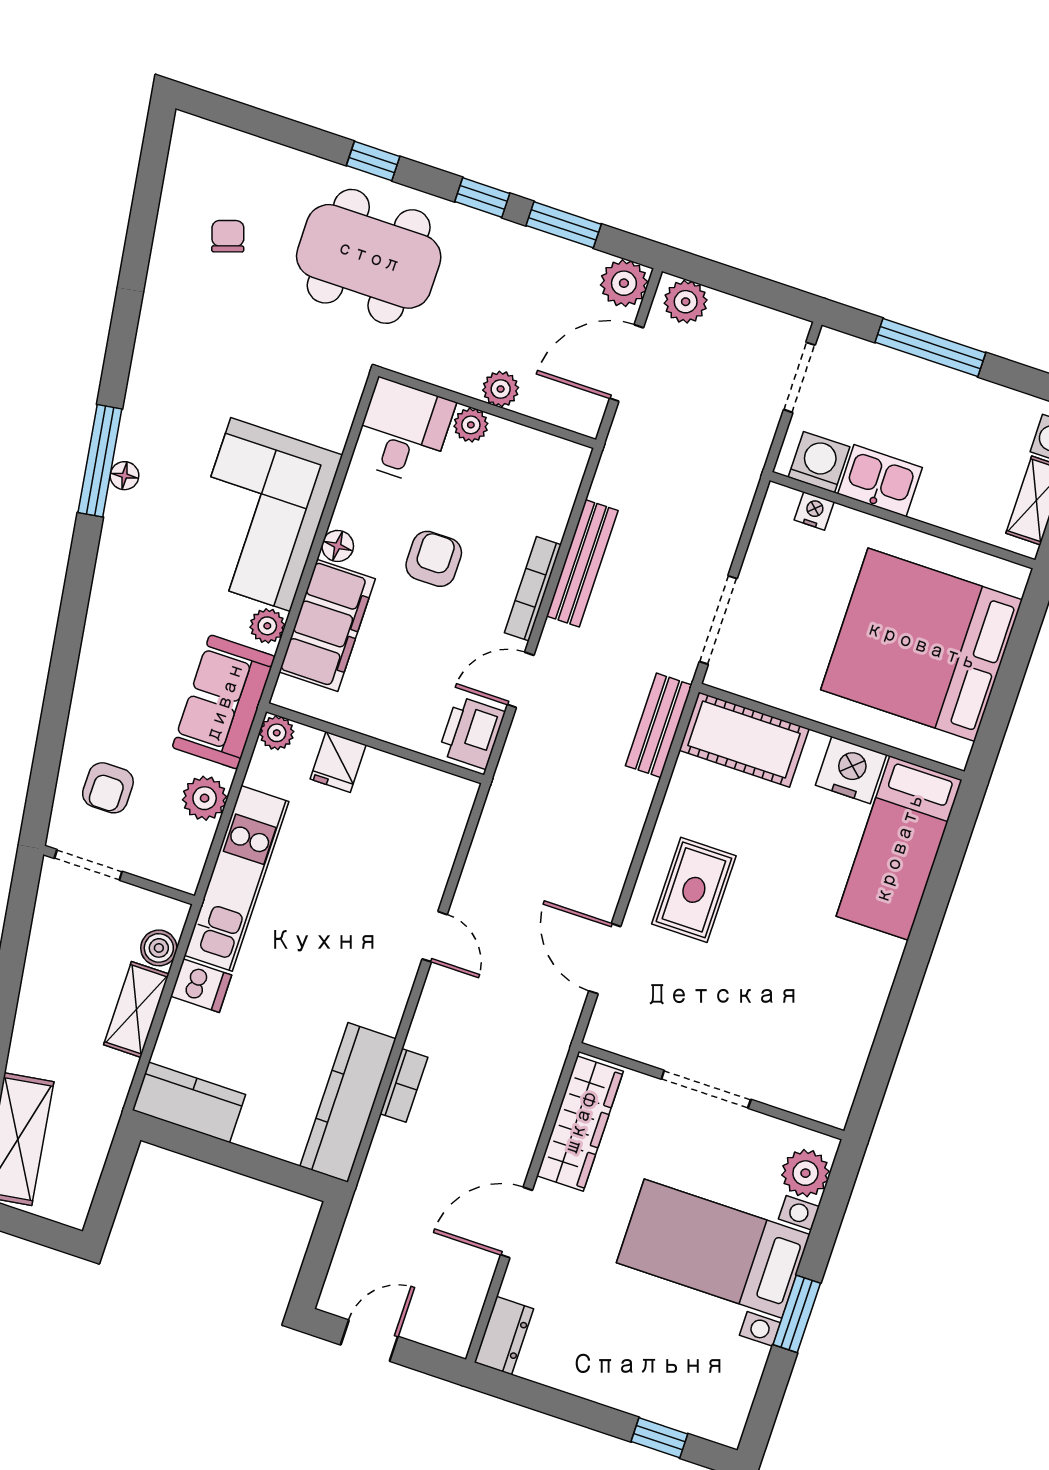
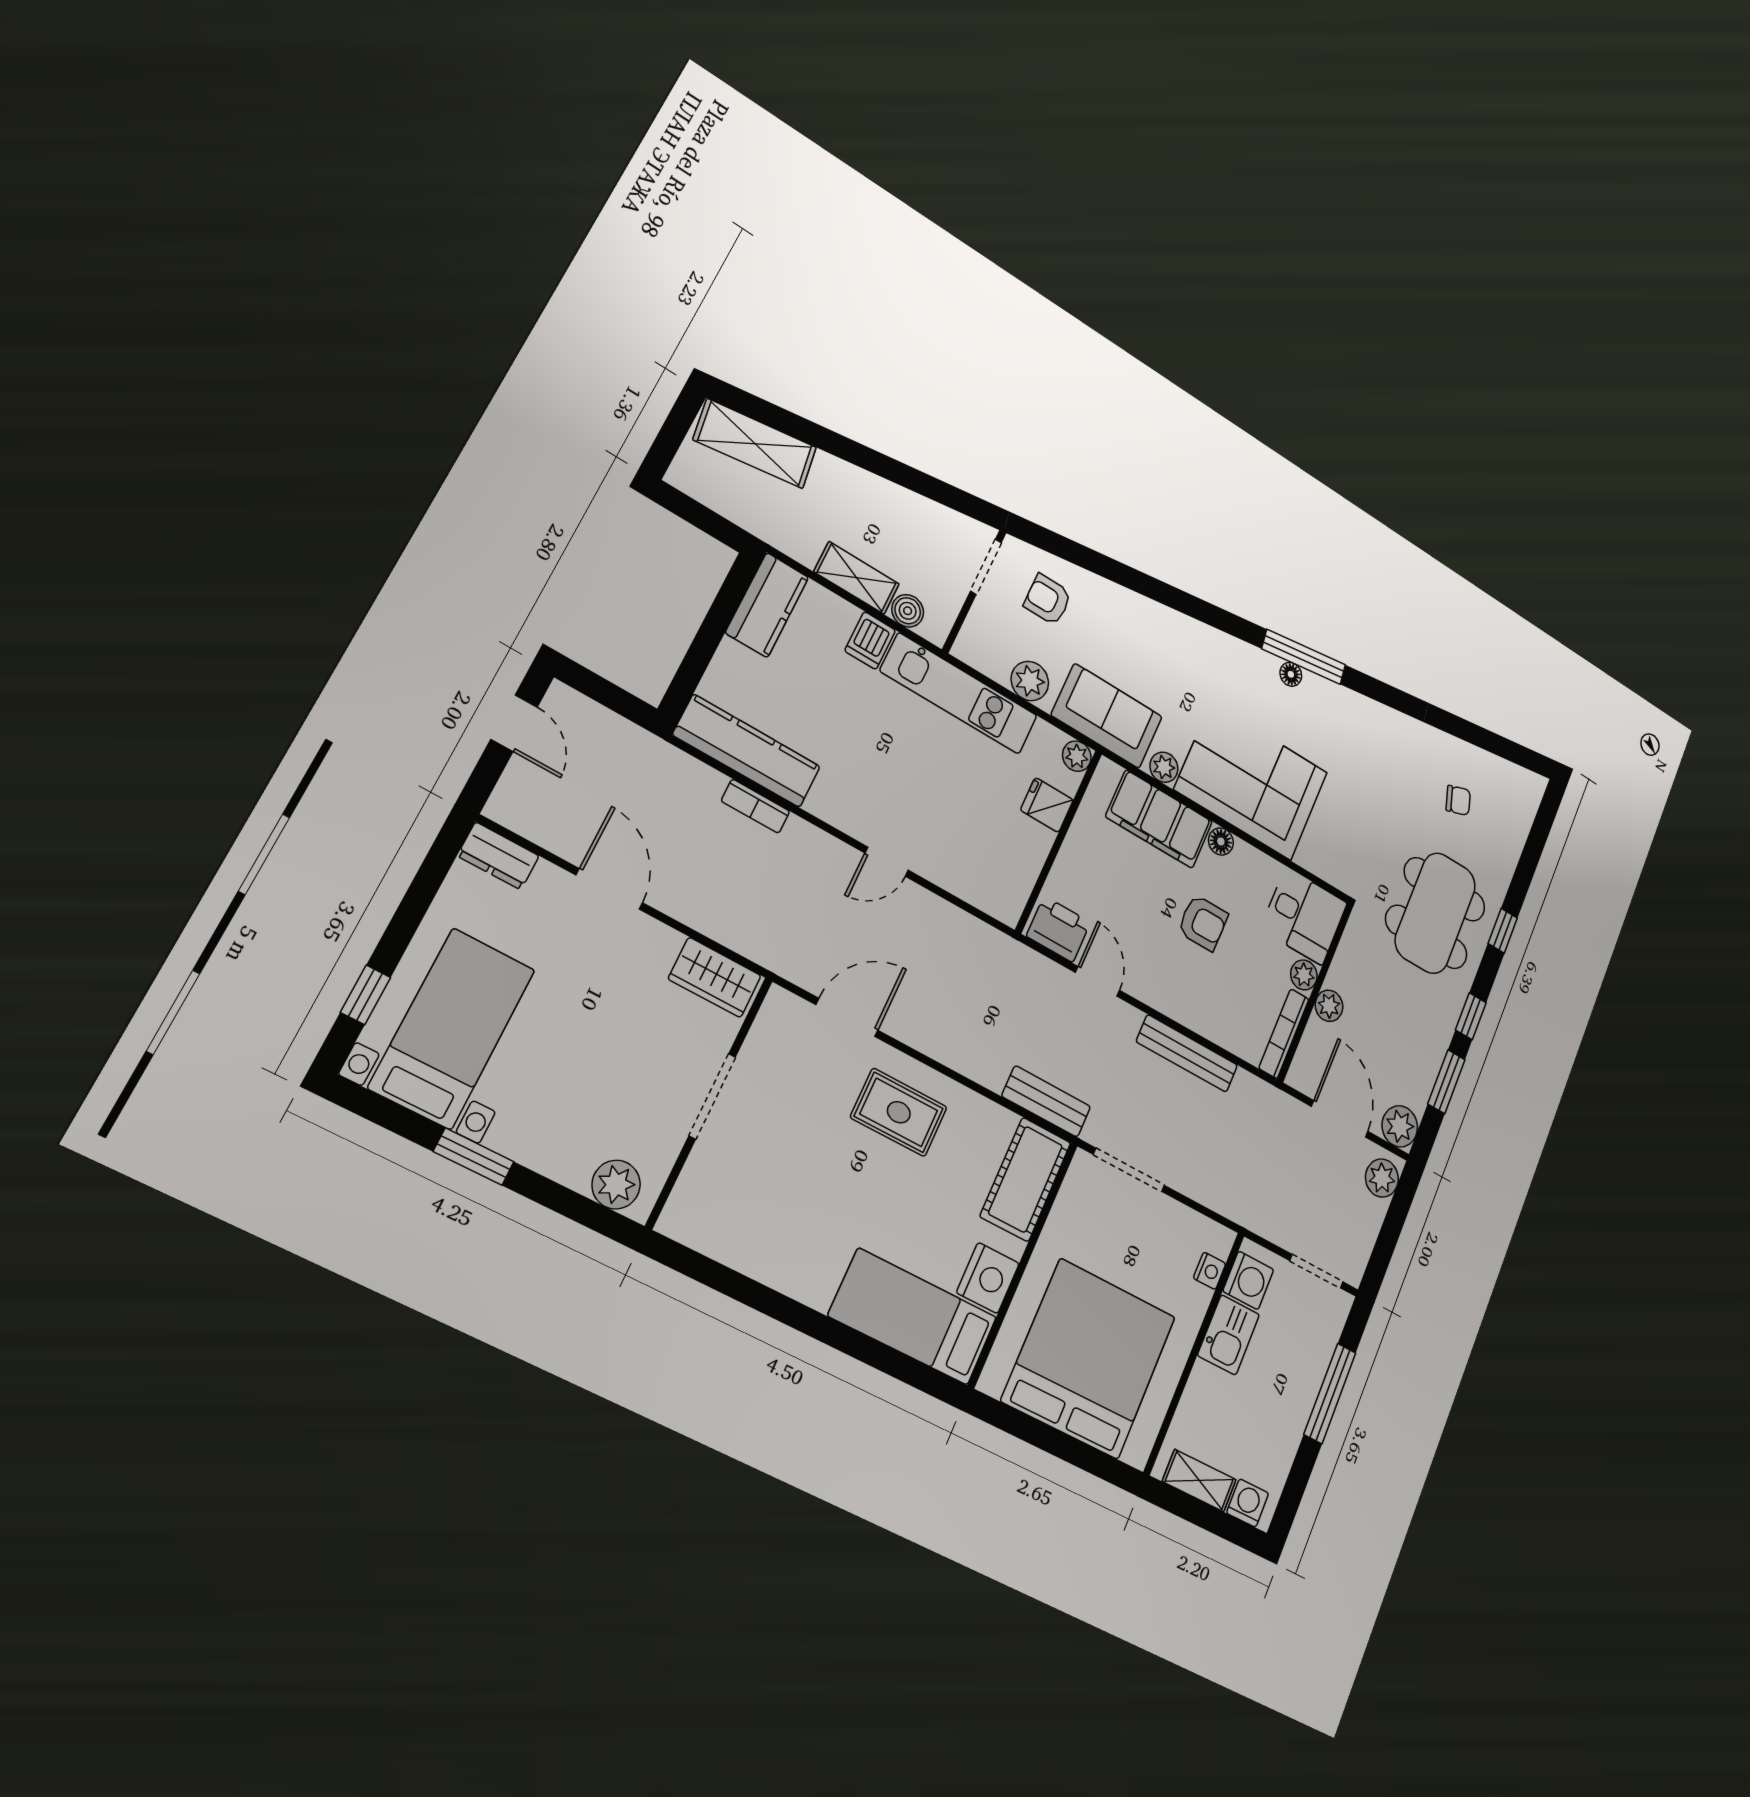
bookcase: (533, 589) -> (1284, 1034), moved, turned -90
wardrobe: (580, 1123) -> (715, 977), width x0.67
bed with nightstands: (713, 1249) -> (452, 1028), moved

